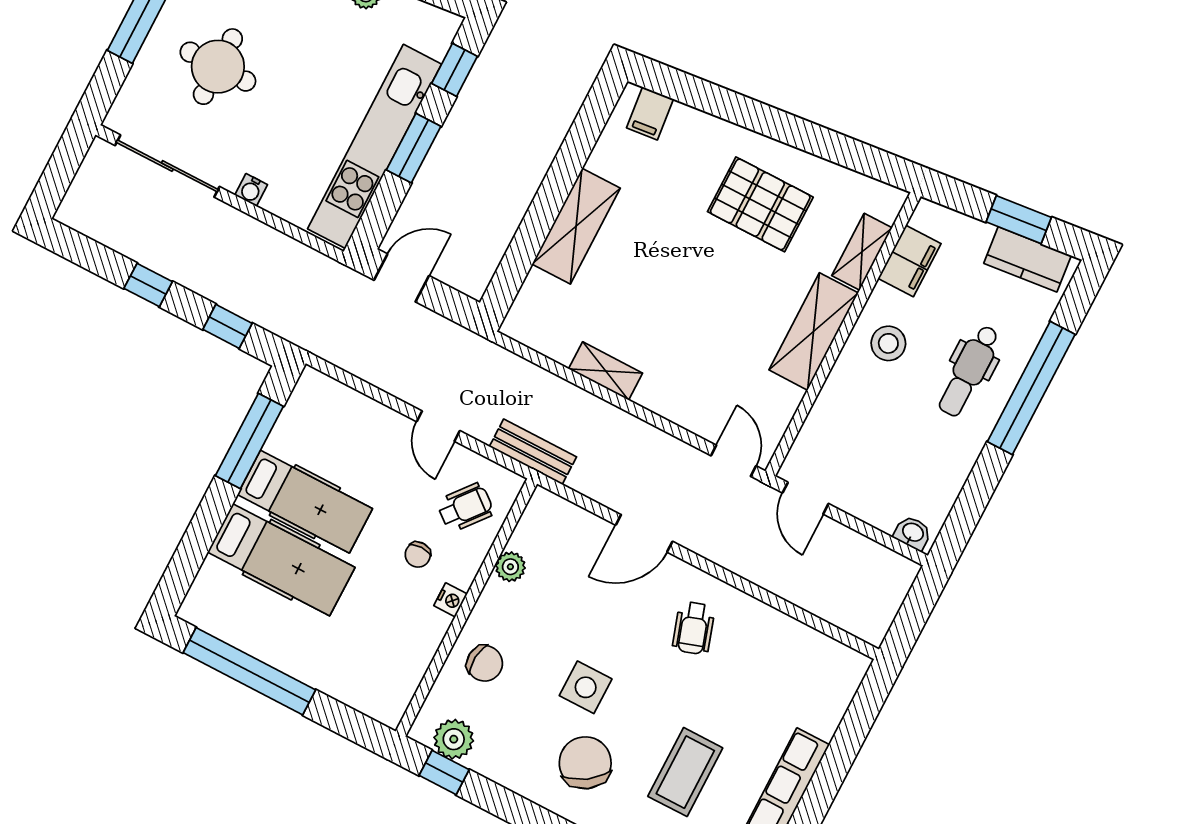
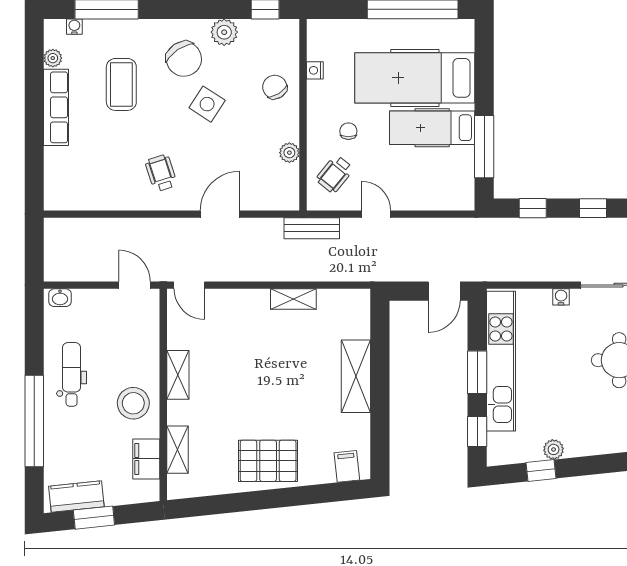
pallet: (760, 204) -> (268, 461), moved
shelving: (814, 331) -> (178, 375), width x0.67, depth x0.75
stool: (888, 343) -> (133, 403), width x1.38, depth x1.38
dental chair: (969, 371) -> (72, 374), moved
hospital bed: (281, 560) -> (415, 78), width x1.37, depth x1.29
nightstand: (451, 600) -> (315, 70), moved
chair: (485, 663) -> (275, 87), turned 53
side table: (586, 687) -> (207, 104), turned 33
plant: (454, 739) -> (224, 32), moved

